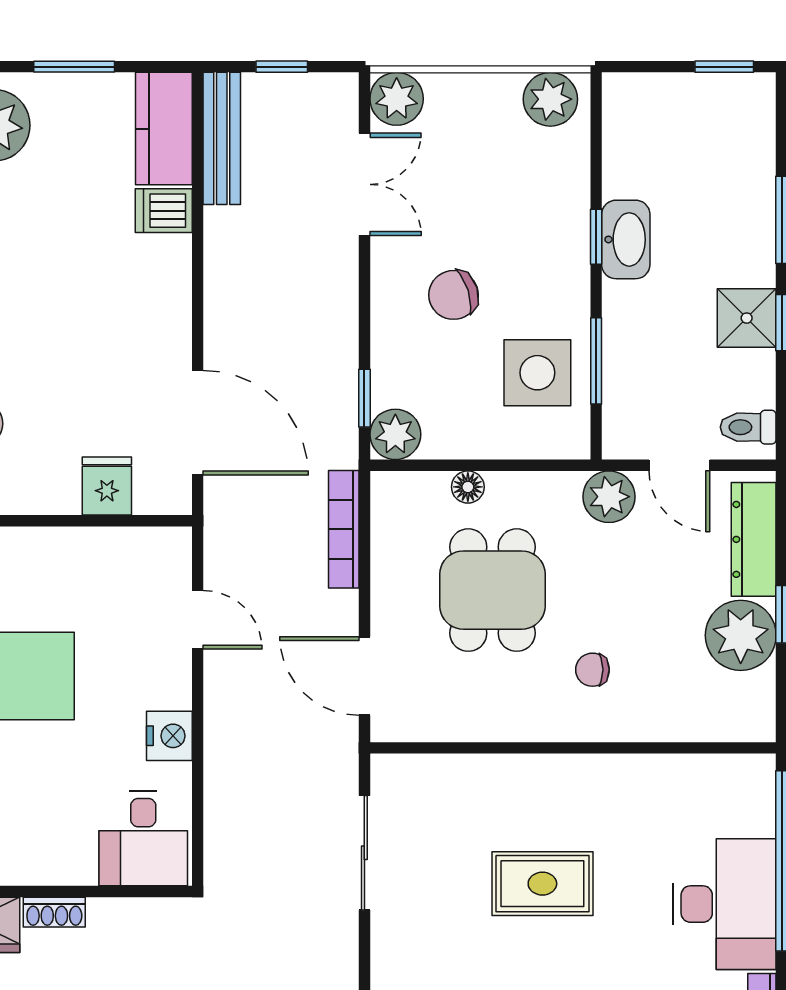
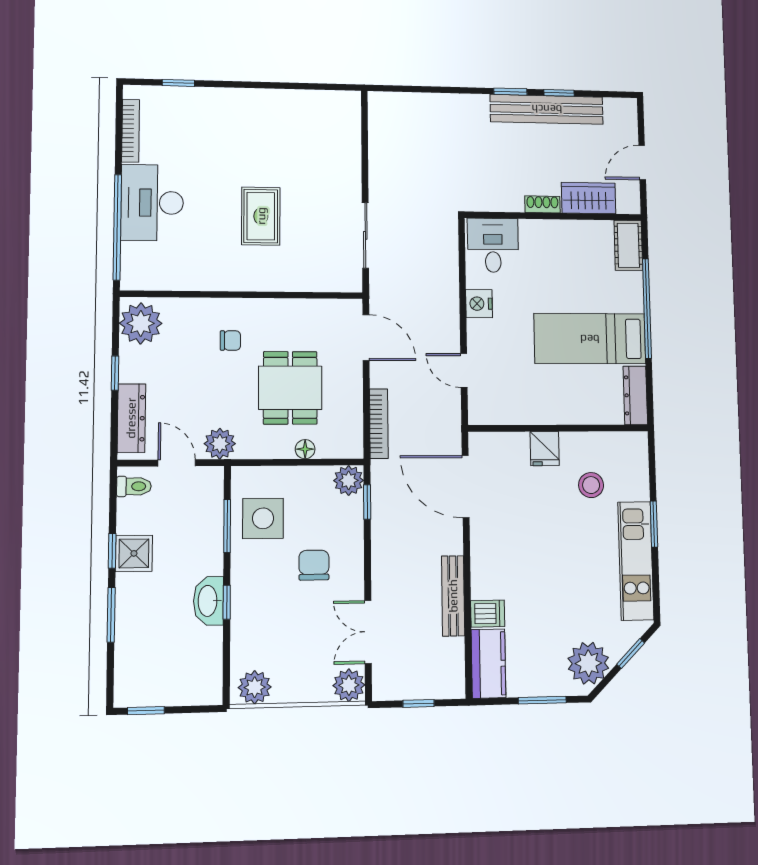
bench: (222, 138) -> (453, 596), moved
chair: (453, 295) -> (314, 565), turned -72
fridge: (107, 486) -> (545, 449), moved
plant: (741, 635) -> (141, 323), moved
rug: (542, 884) -> (261, 216), turned 90

